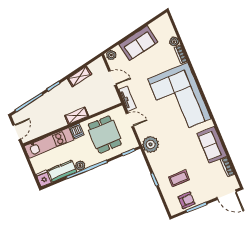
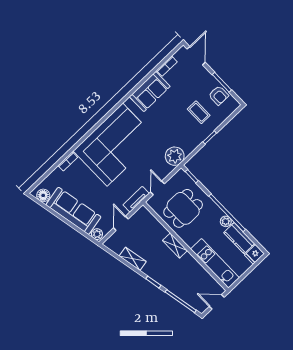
floor lamp: (161, 23) -> (43, 195), added
plant: (174, 42) -> (57, 174), removed
sofa: (138, 43) -> (73, 211), width x1.36
dishwasher: (77, 131) -> (191, 239), removed
armchair: (186, 200) -> (219, 95), turned 180

